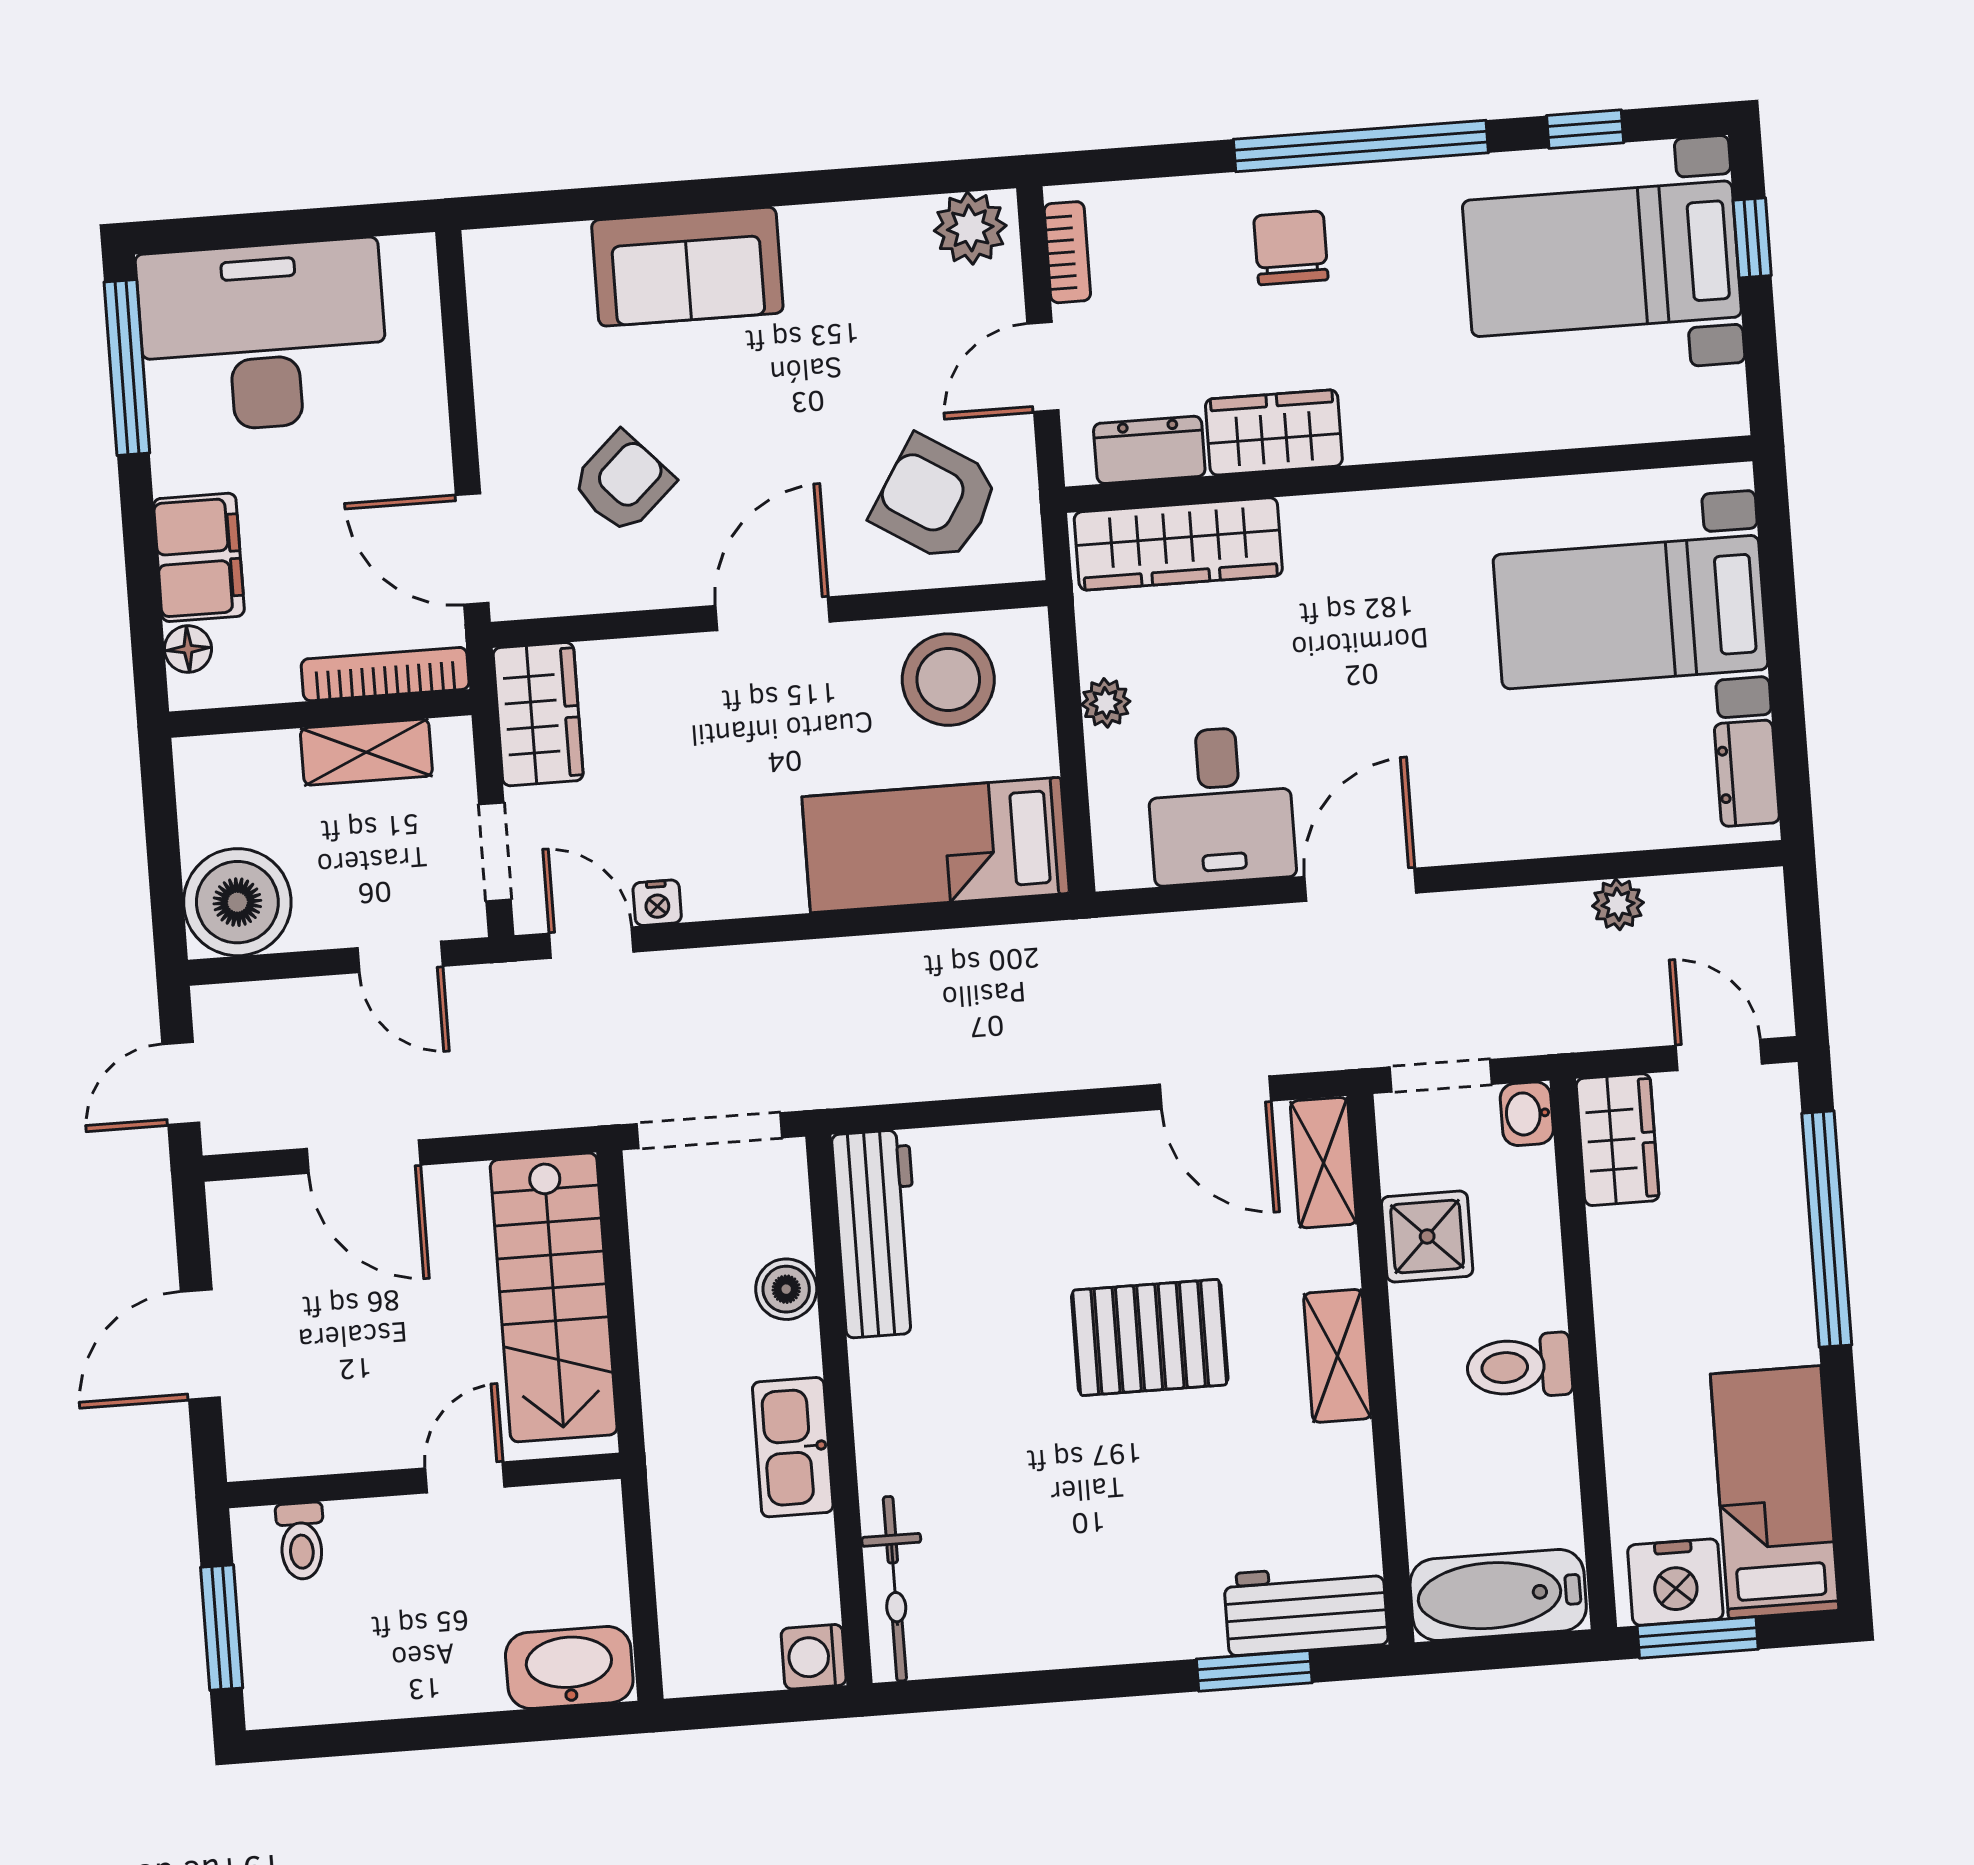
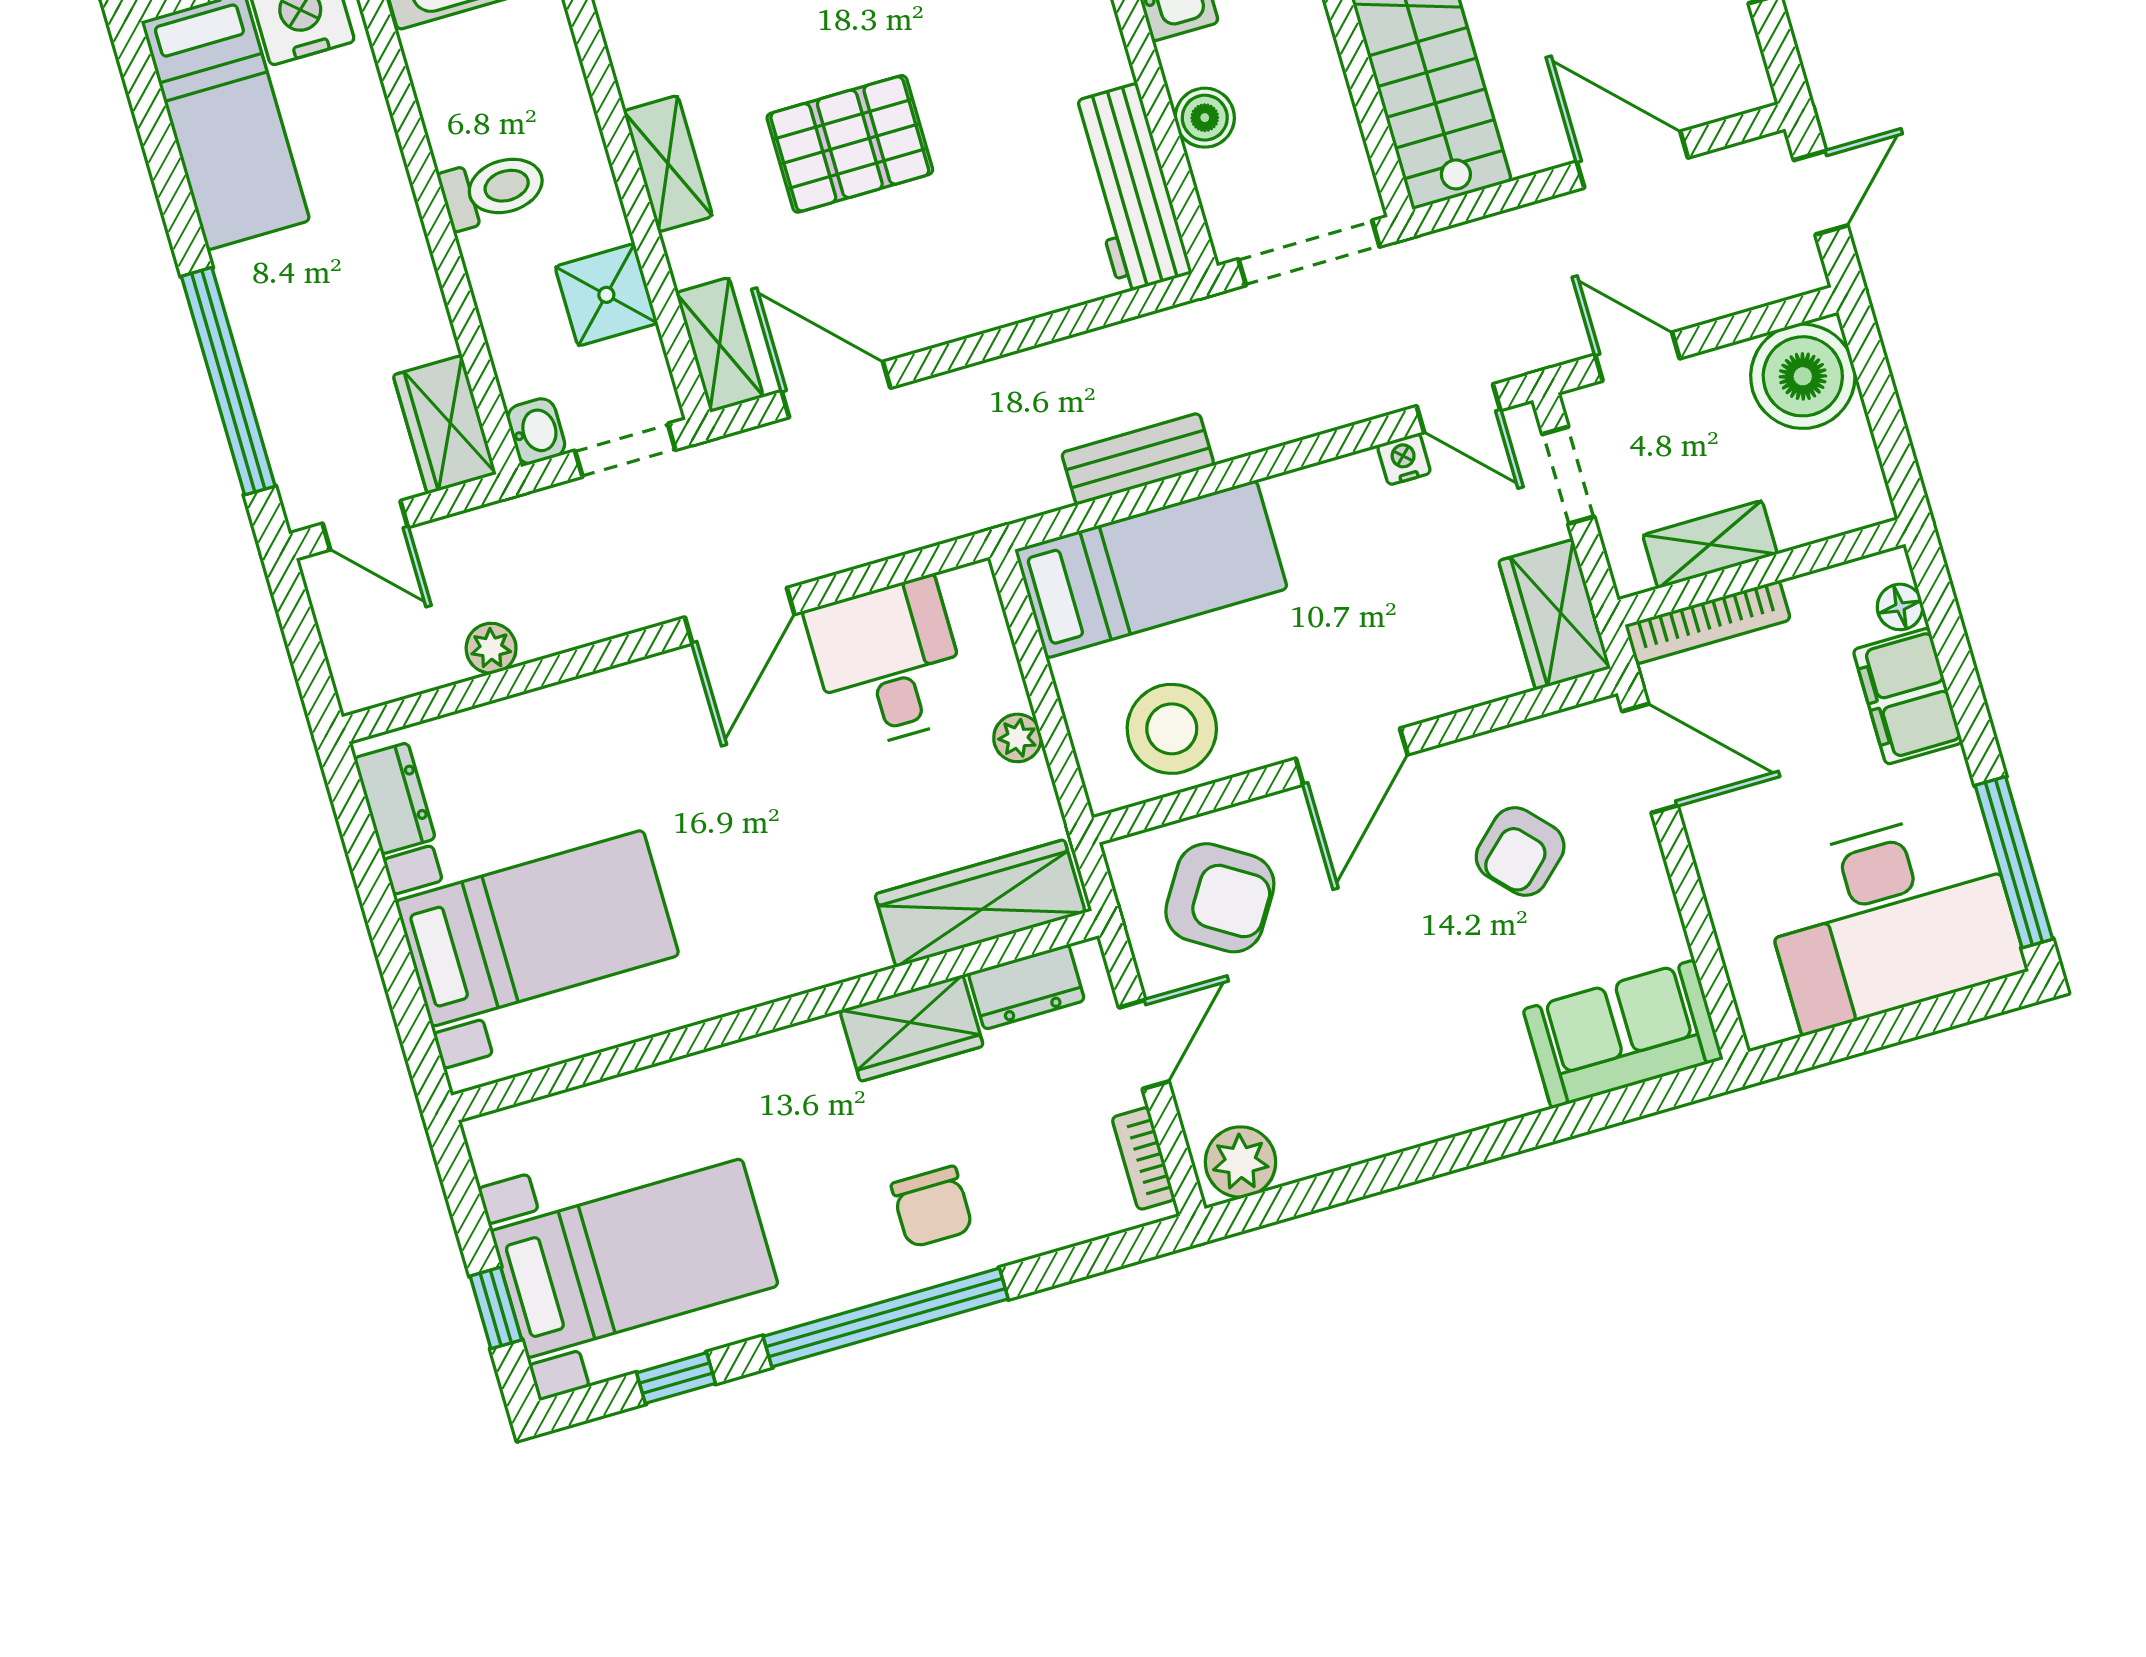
sofa: (687, 267) -> (1623, 1034), moved
bench: (926, 959) -> (1138, 459), added

